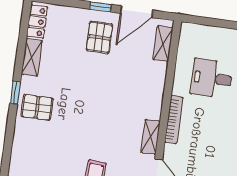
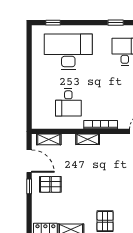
shelving: (150, 137) -> (88, 139), moved

